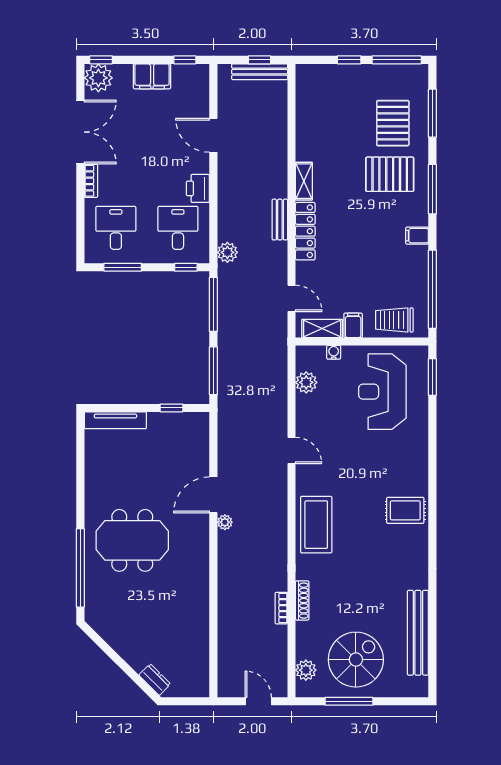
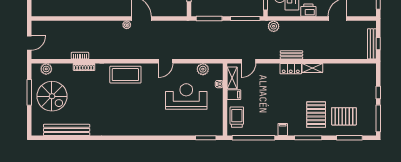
locker: (305, 231) -> (291, 69), width x0.66
reception desk: (382, 392) -> (186, 97), moved
rug: (405, 510) -> (133, 123), removed

